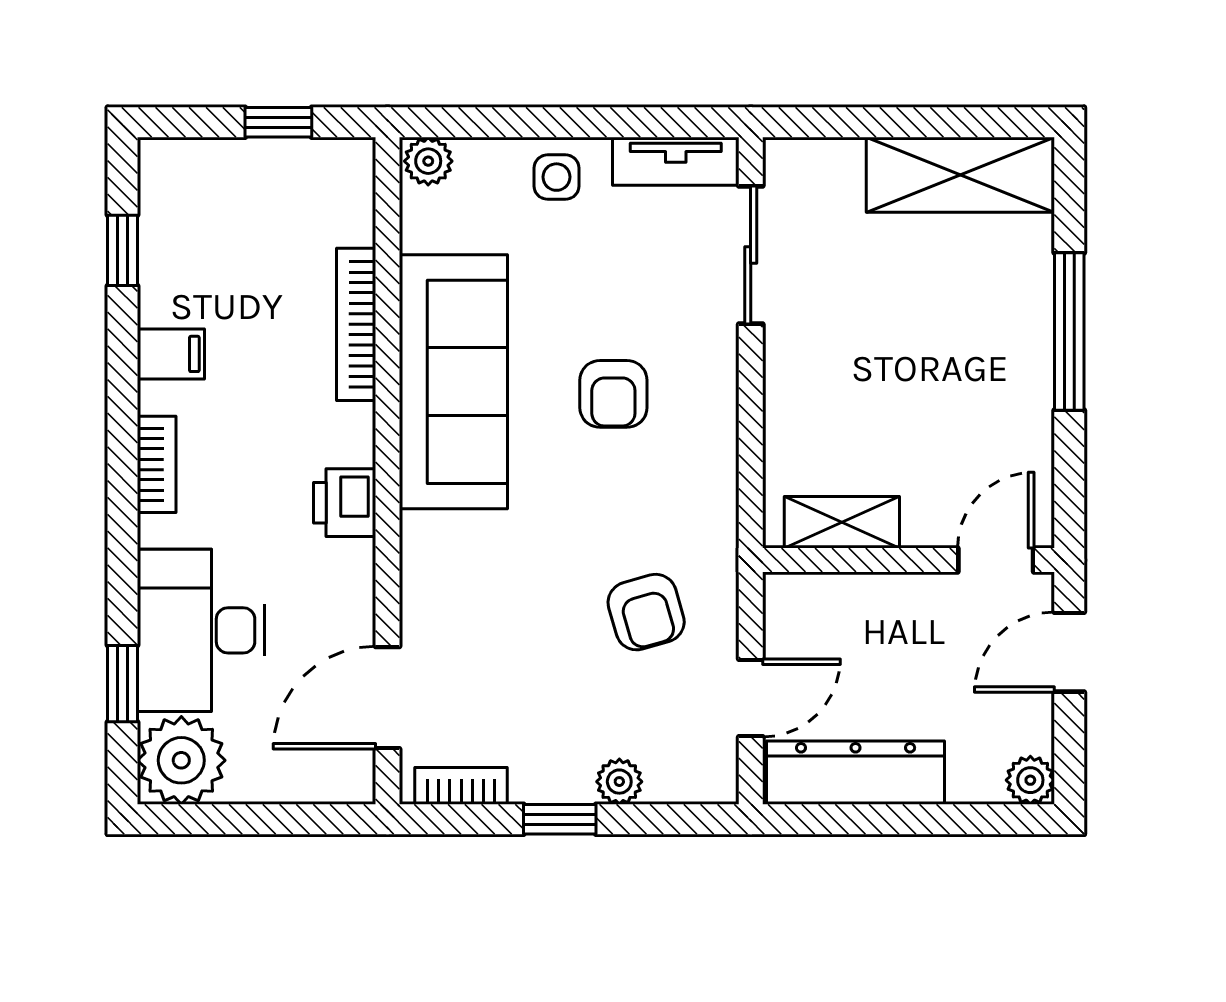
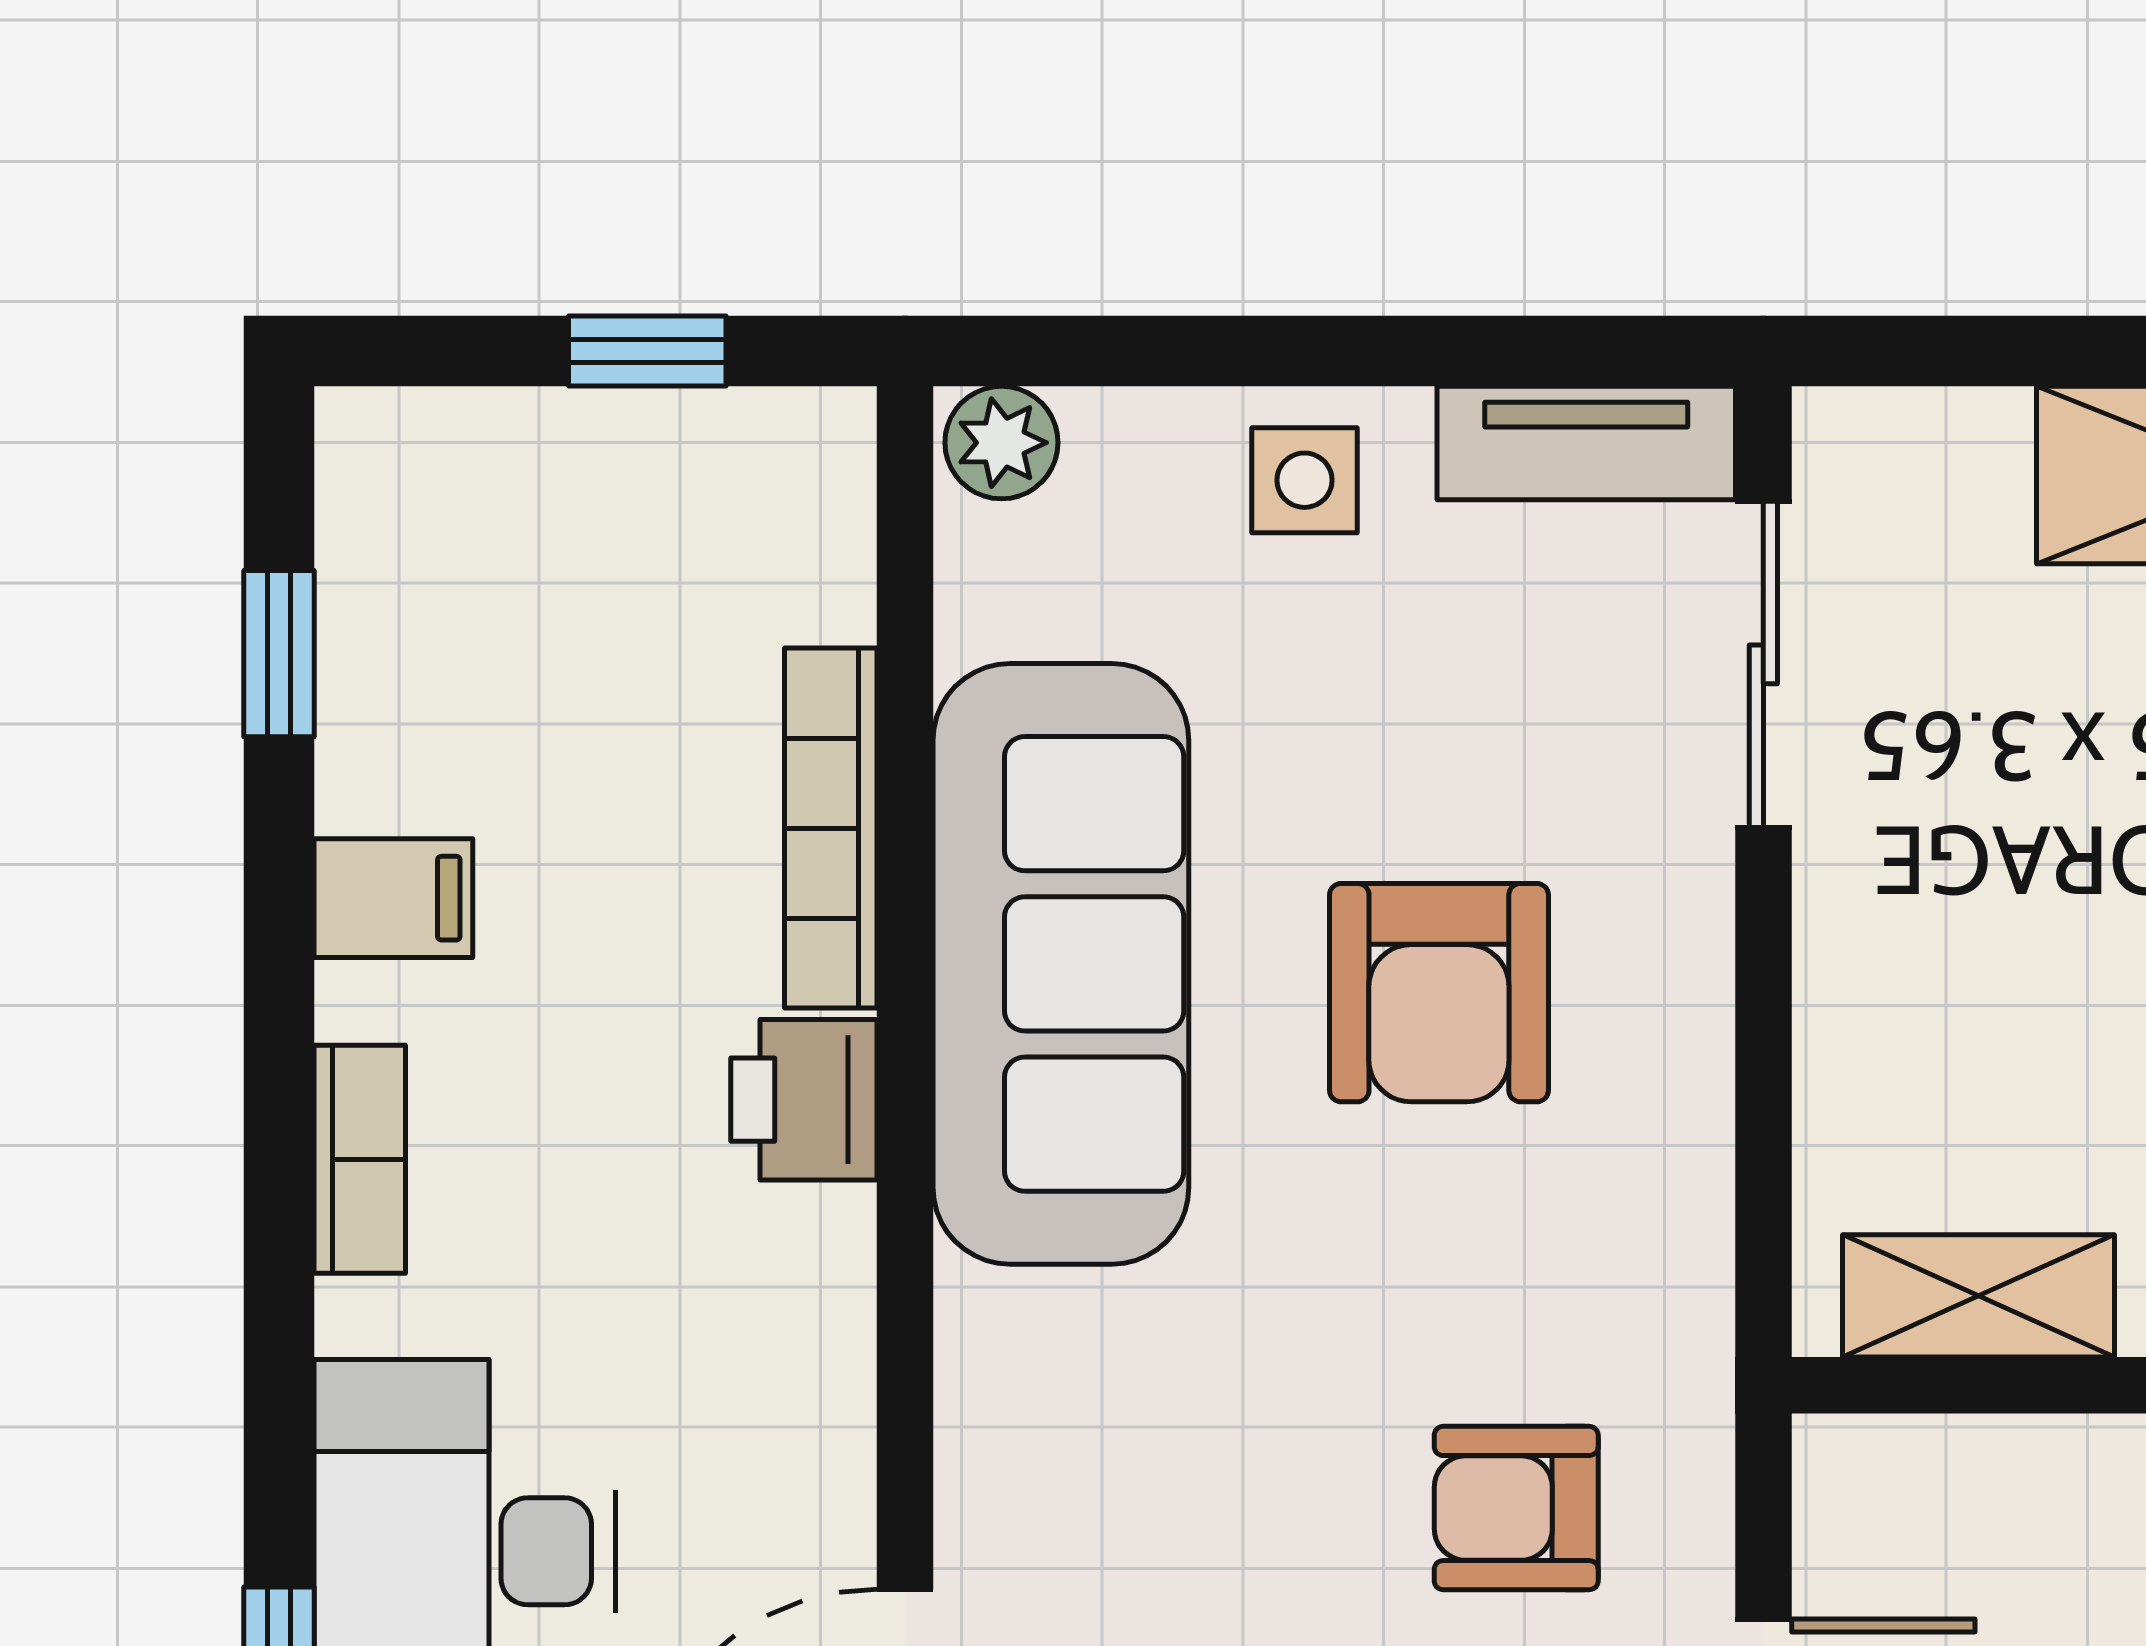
armchair: (613, 394) -> (1439, 993), width x1.38, depth x1.38
printer: (345, 503) -> (804, 1100), moved
armchair: (646, 612) -> (1516, 1508), turned 106

